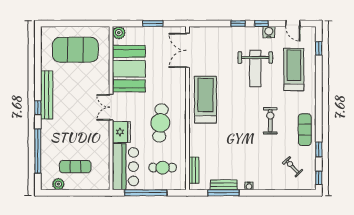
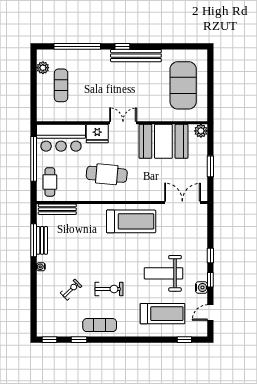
exercise bike: (293, 167) -> (71, 290), moved
cafe table: (163, 168) -> (50, 182), moved
bench: (194, 170) -> (57, 209), width x1.36

